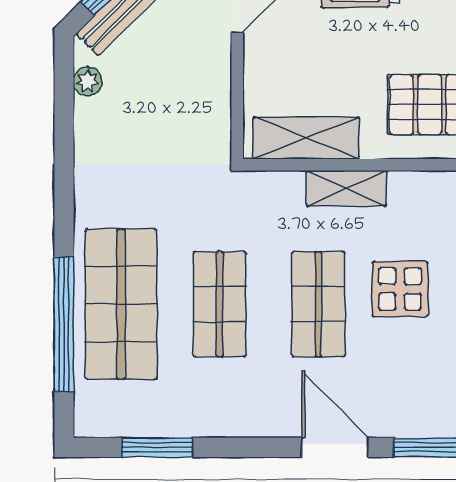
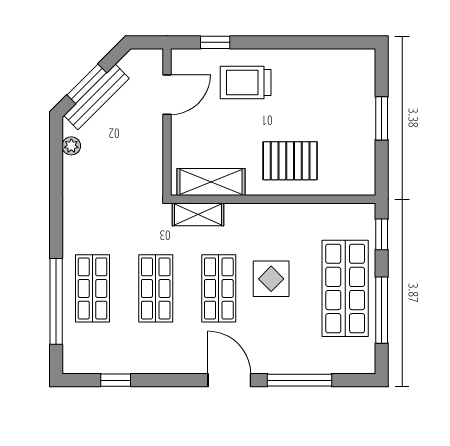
shelving: (347, 188) -> (198, 214), moved
shop shelf: (121, 304) -> (93, 288), width x0.70, depth x0.74
window: (157, 447) -> (116, 380), width x0.67

